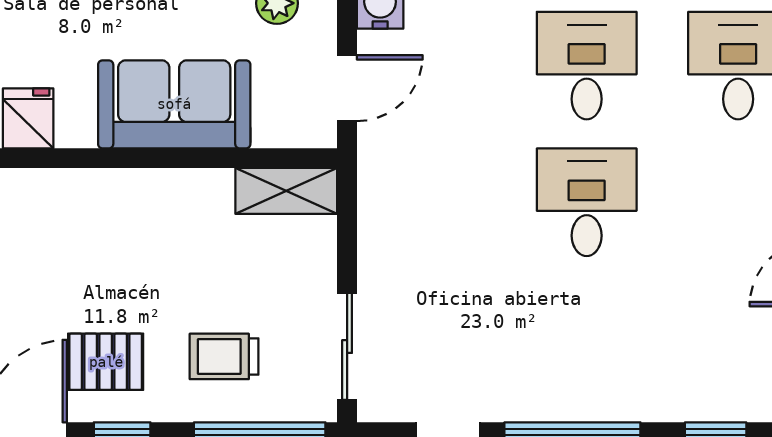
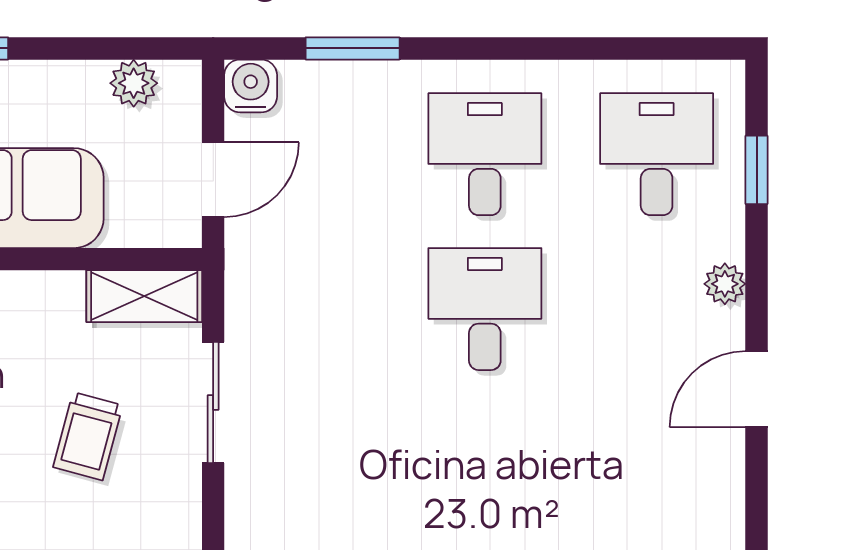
sliding door: (347, 346) -> (213, 403), moved
trolley: (224, 356) -> (88, 436), moved, turned -75

